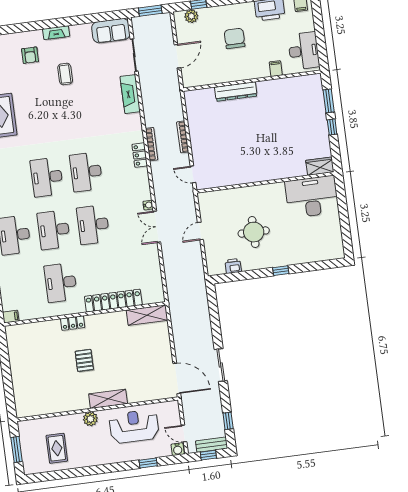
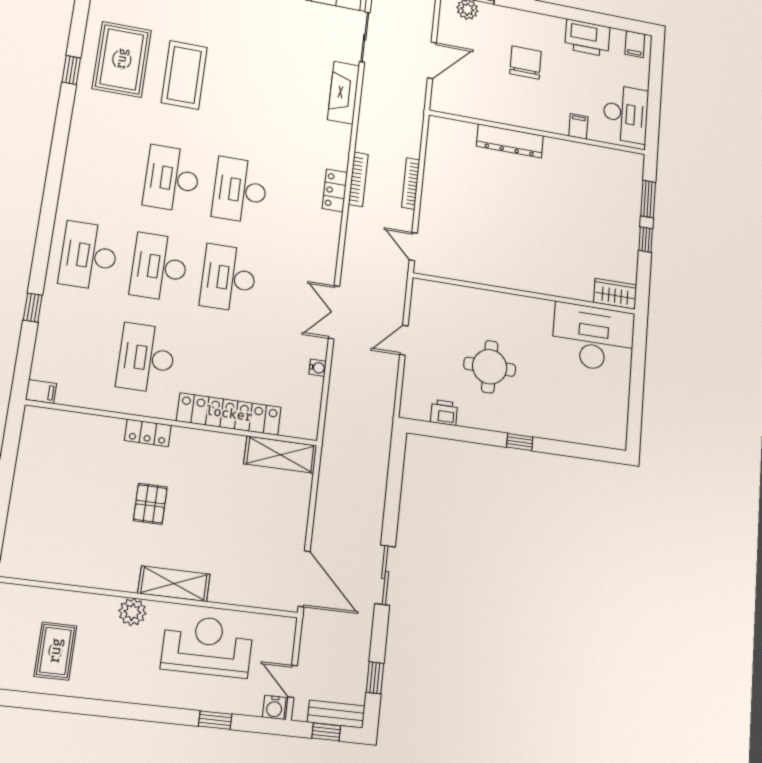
coffee table: (65, 74) -> (184, 75), moved, width x1.86, depth x1.72
water cooler: (148, 205) -> (318, 368), moved

